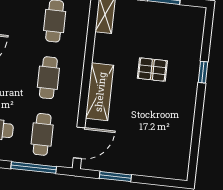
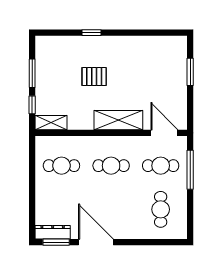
pallet: (152, 70) -> (94, 77), turned 90
window: (115, 177) -> (190, 72), moved

